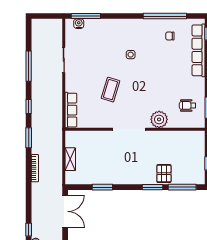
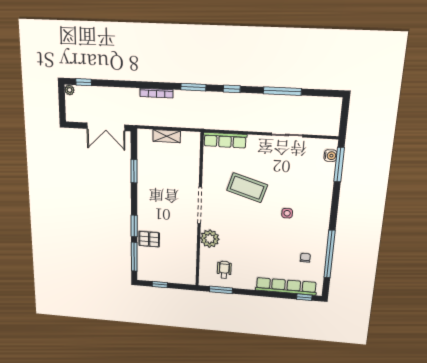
coffee table: (111, 90) -> (247, 188), width x1.36, depth x1.32

